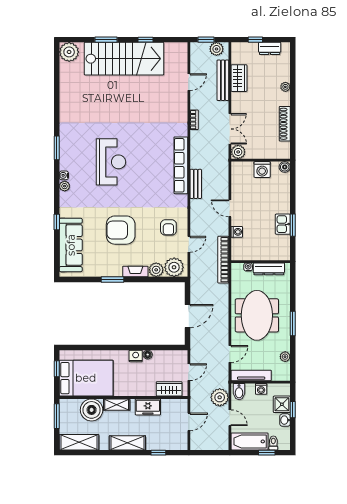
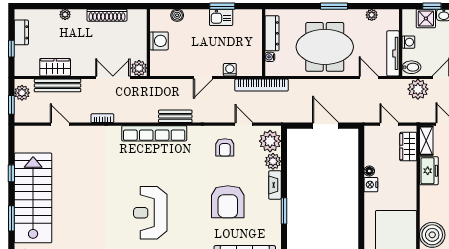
reception desk: (111, 162) -> (150, 213), turned -90
boiler: (285, 167) -> (177, 15), moved
armchair: (168, 227) -> (225, 147), turned 90
shelving: (117, 405) -> (426, 141), moved

